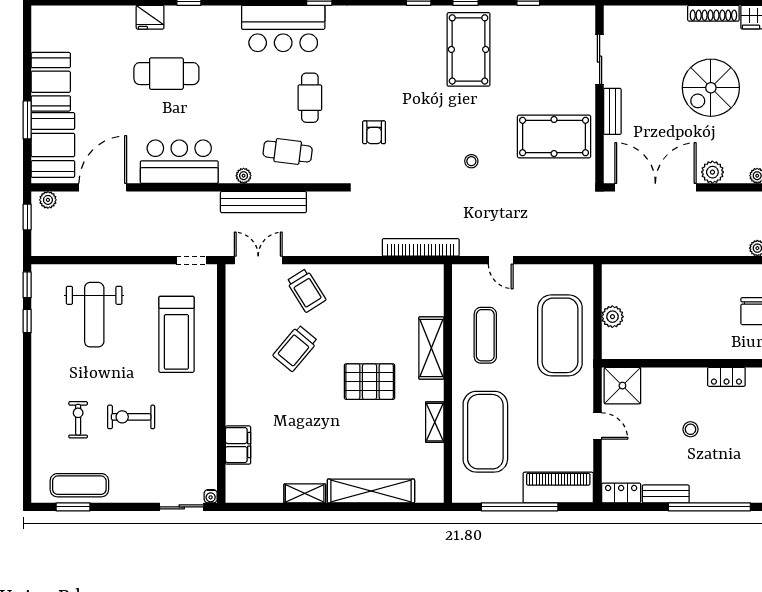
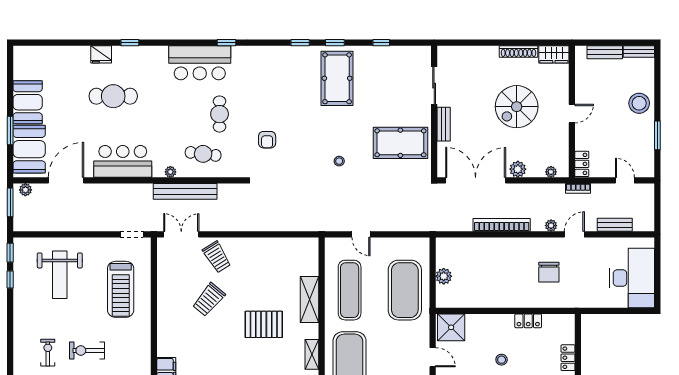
window: (27, 217) -> (10, 202), width x1.50
bookcase: (421, 247) -> (502, 225), moved
exercise mat: (485, 335) -> (350, 290), width x1.36, depth x1.45

